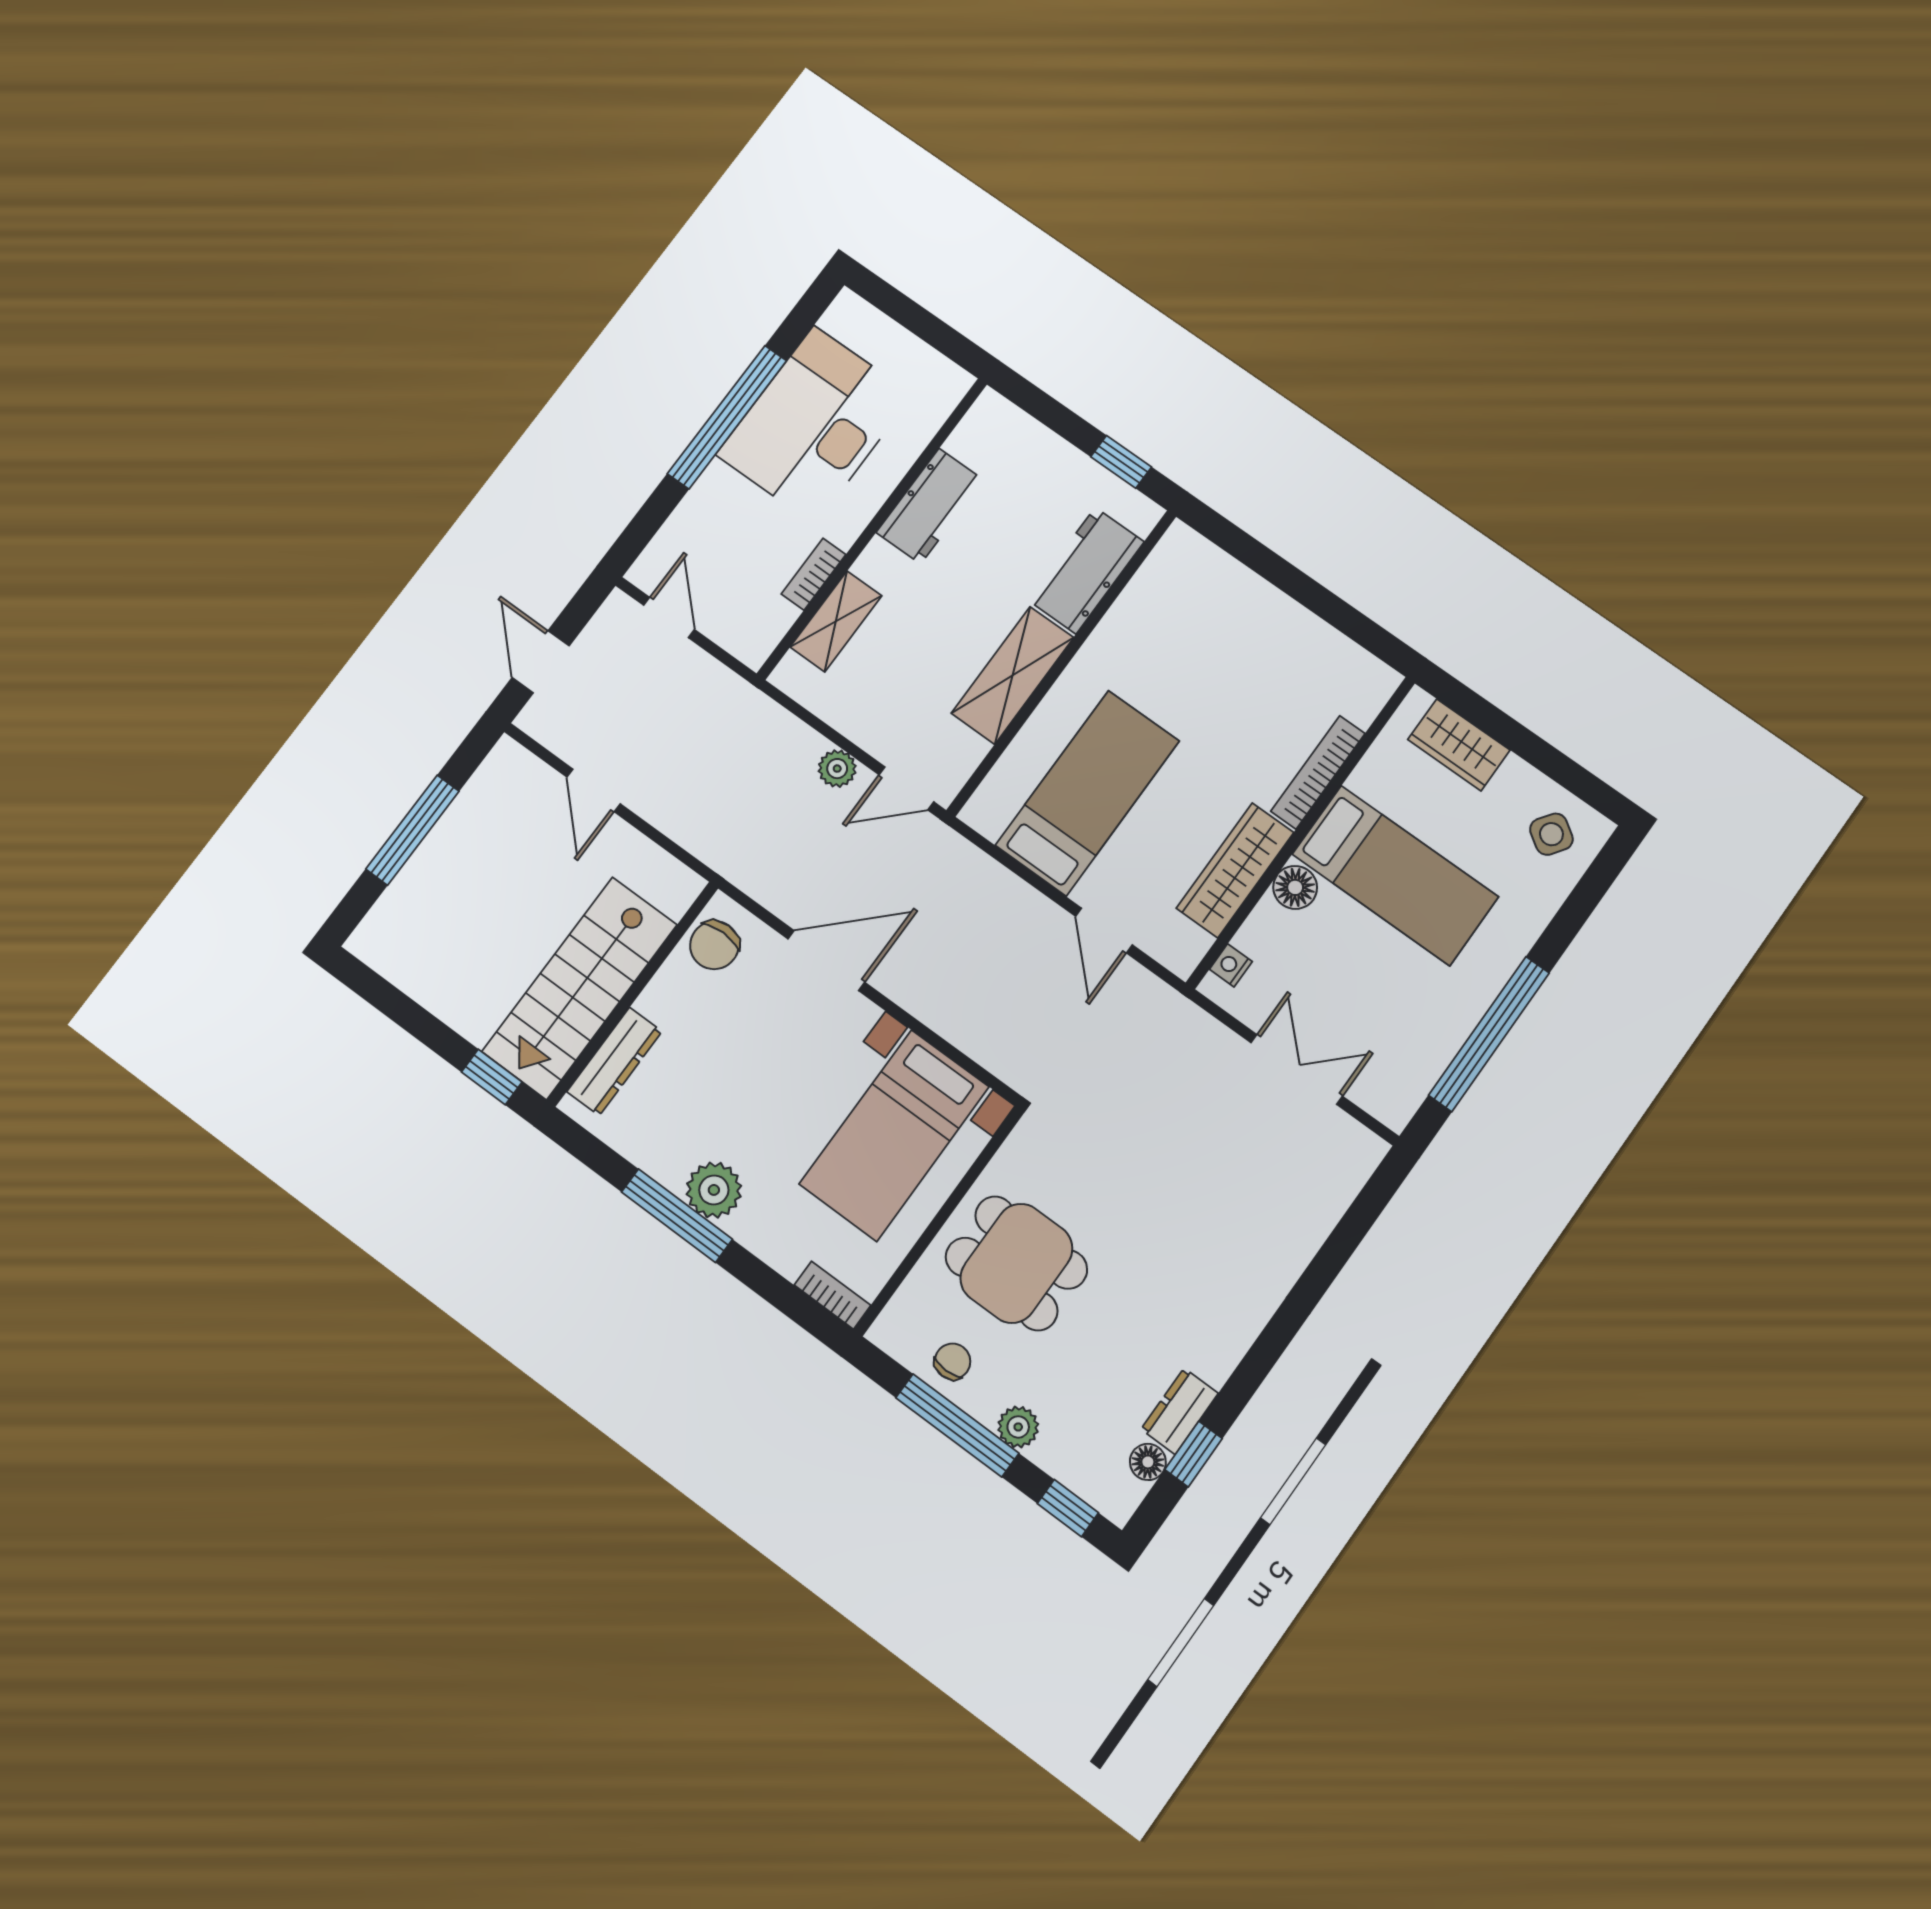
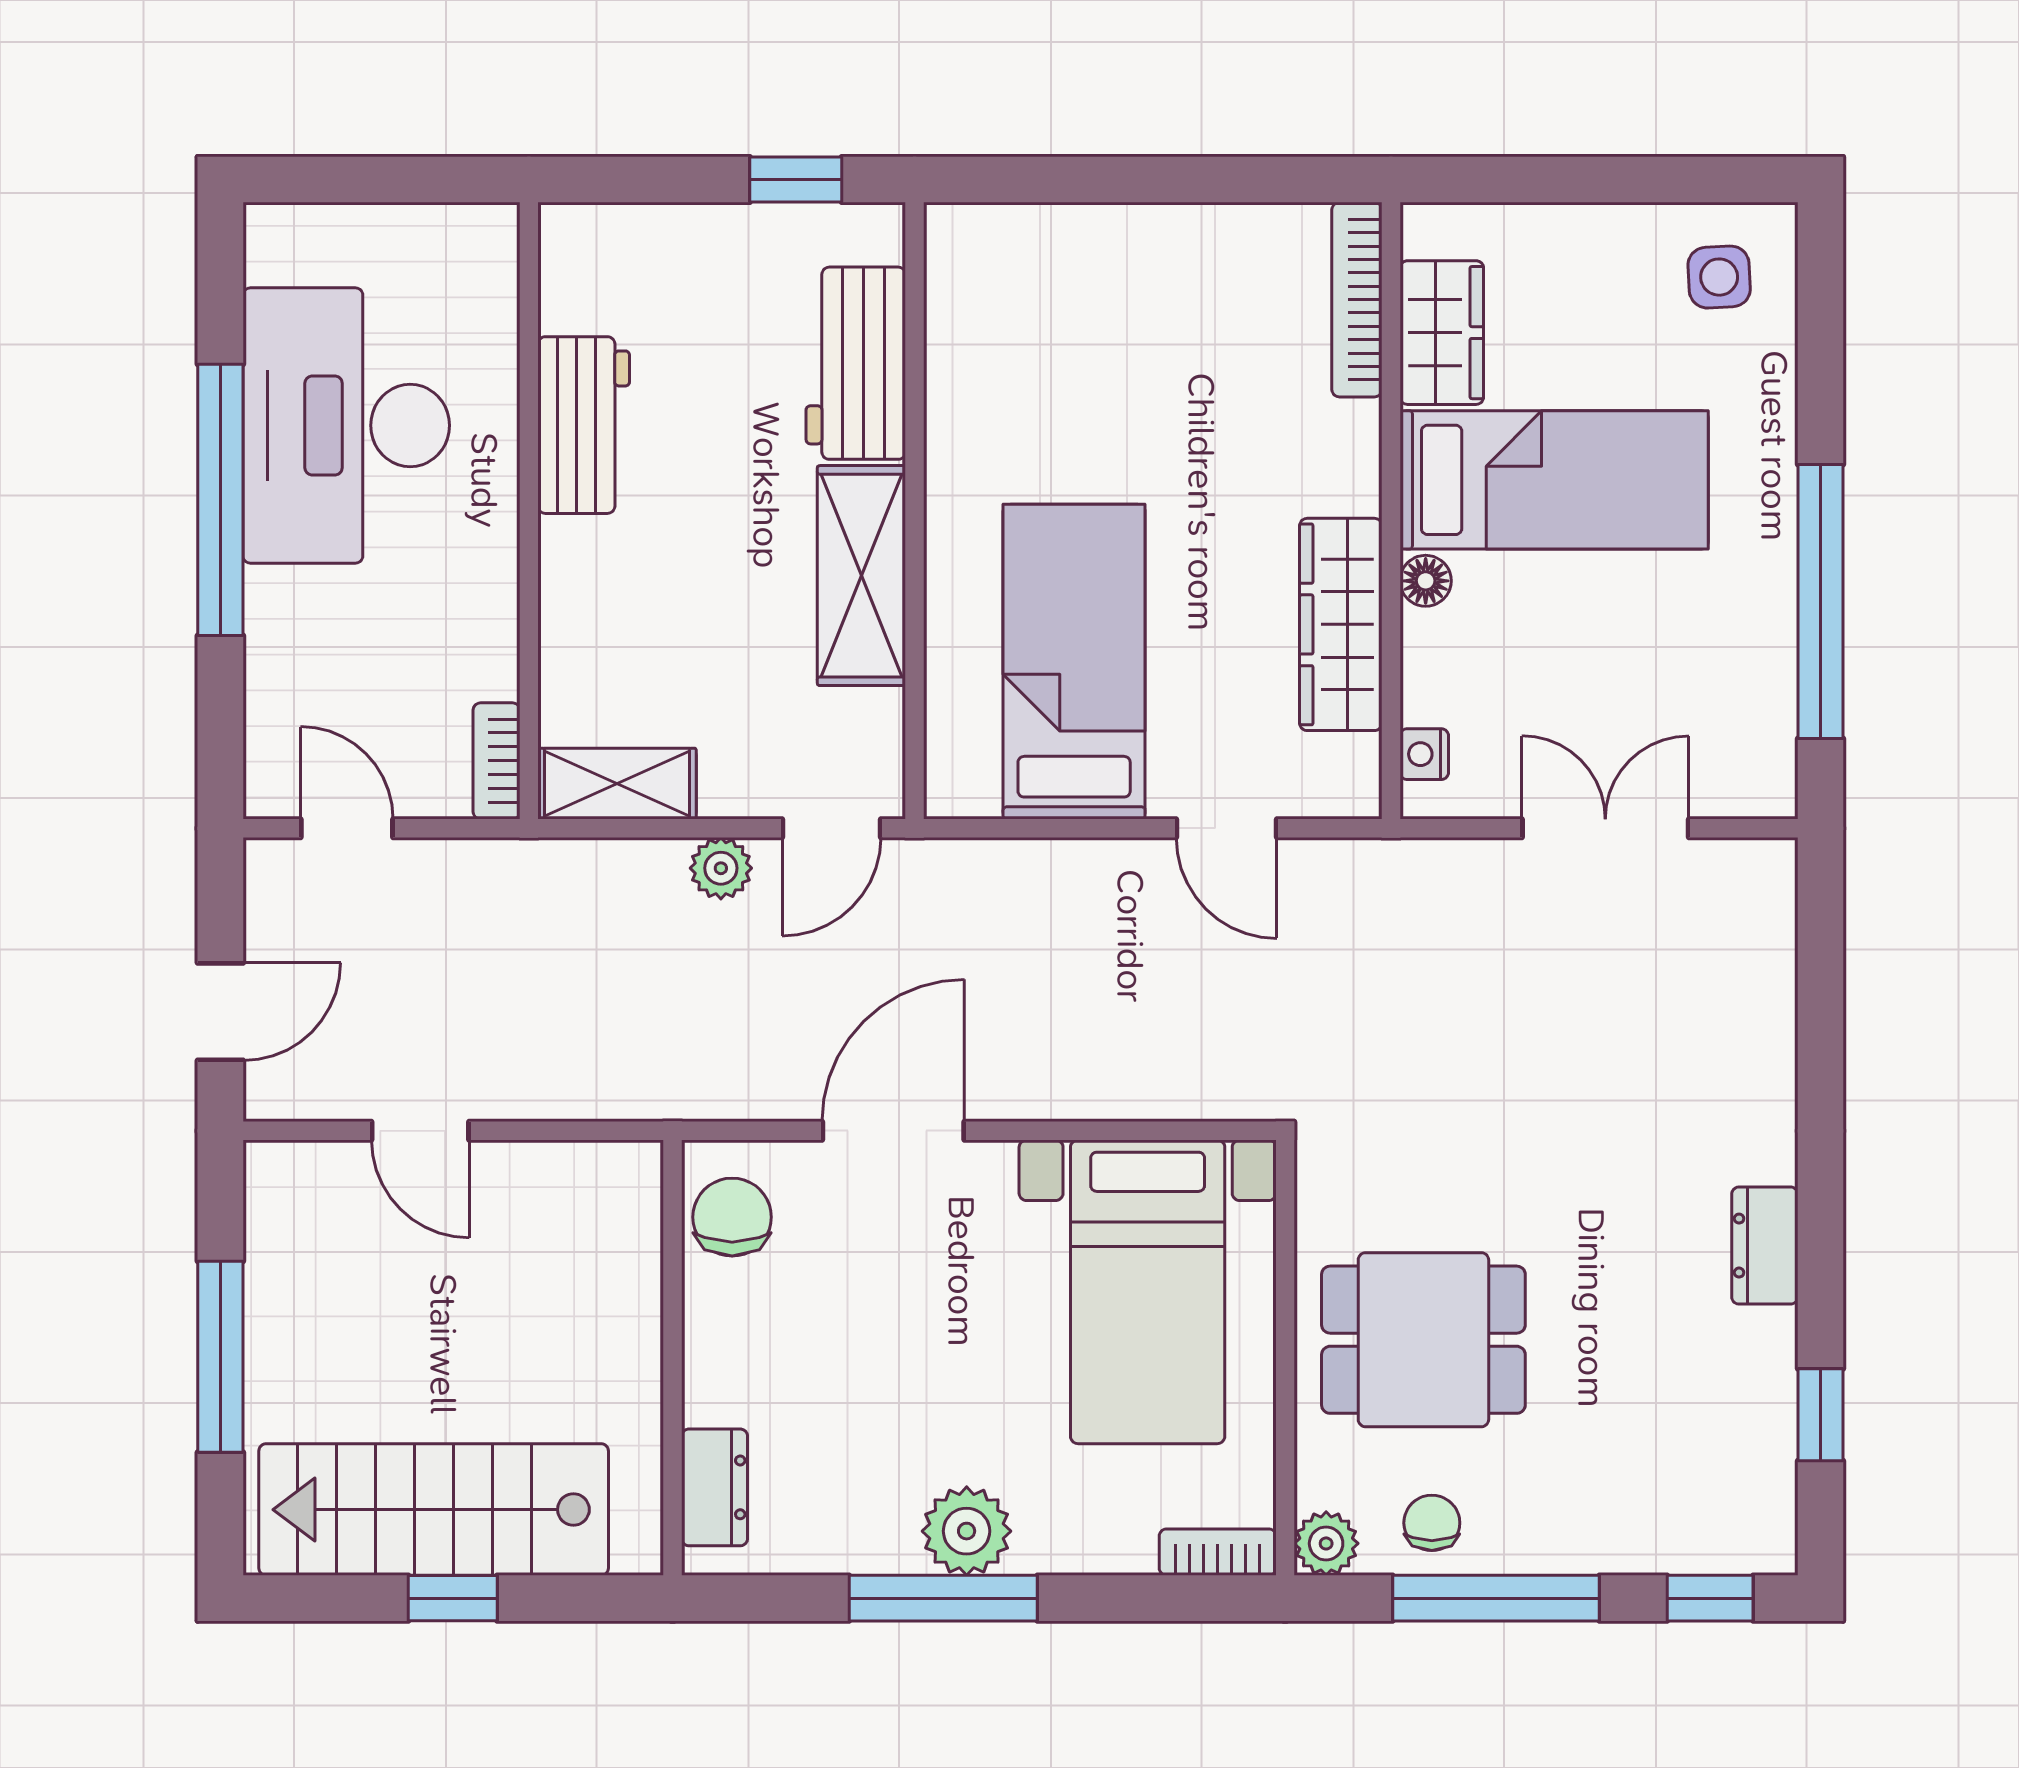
bookcase: (814, 574) -> (497, 761), moved
shelving: (836, 621) -> (617, 784), moved, turned 90
door: (541, 662) -> (220, 1012), swing flipped
wardrobe: (1459, 745) -> (1442, 333), moved, turned -90
bookcase: (1318, 772) -> (1357, 300), moved
side table: (1551, 834) -> (1719, 277), turned -38
floor lamp: (1295, 887) -> (1426, 581), width x0.73, depth x0.73
chair: (714, 945) -> (732, 1217), turned 180
stairs: (580, 988) -> (434, 1510), moved, turned 90
dresser: (614, 1061) -> (715, 1487), width x0.70
window: (492, 1077) -> (453, 1598), moved
dresser: (1180, 1411) -> (1765, 1246), moved
plant: (1018, 1427) -> (1326, 1543), moved
floor lamp: (1148, 1462) -> (1770, 1467), removed

